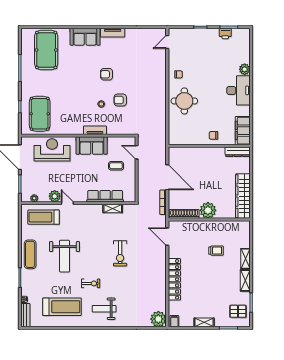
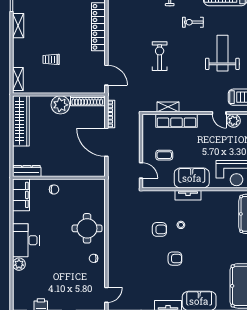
shelving: (246, 259) -> (18, 79), moved

